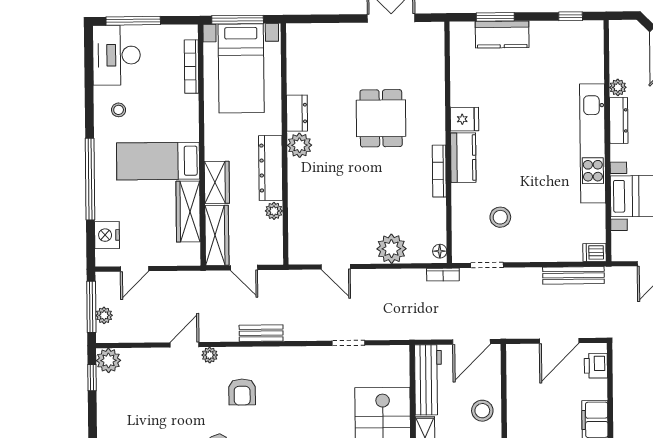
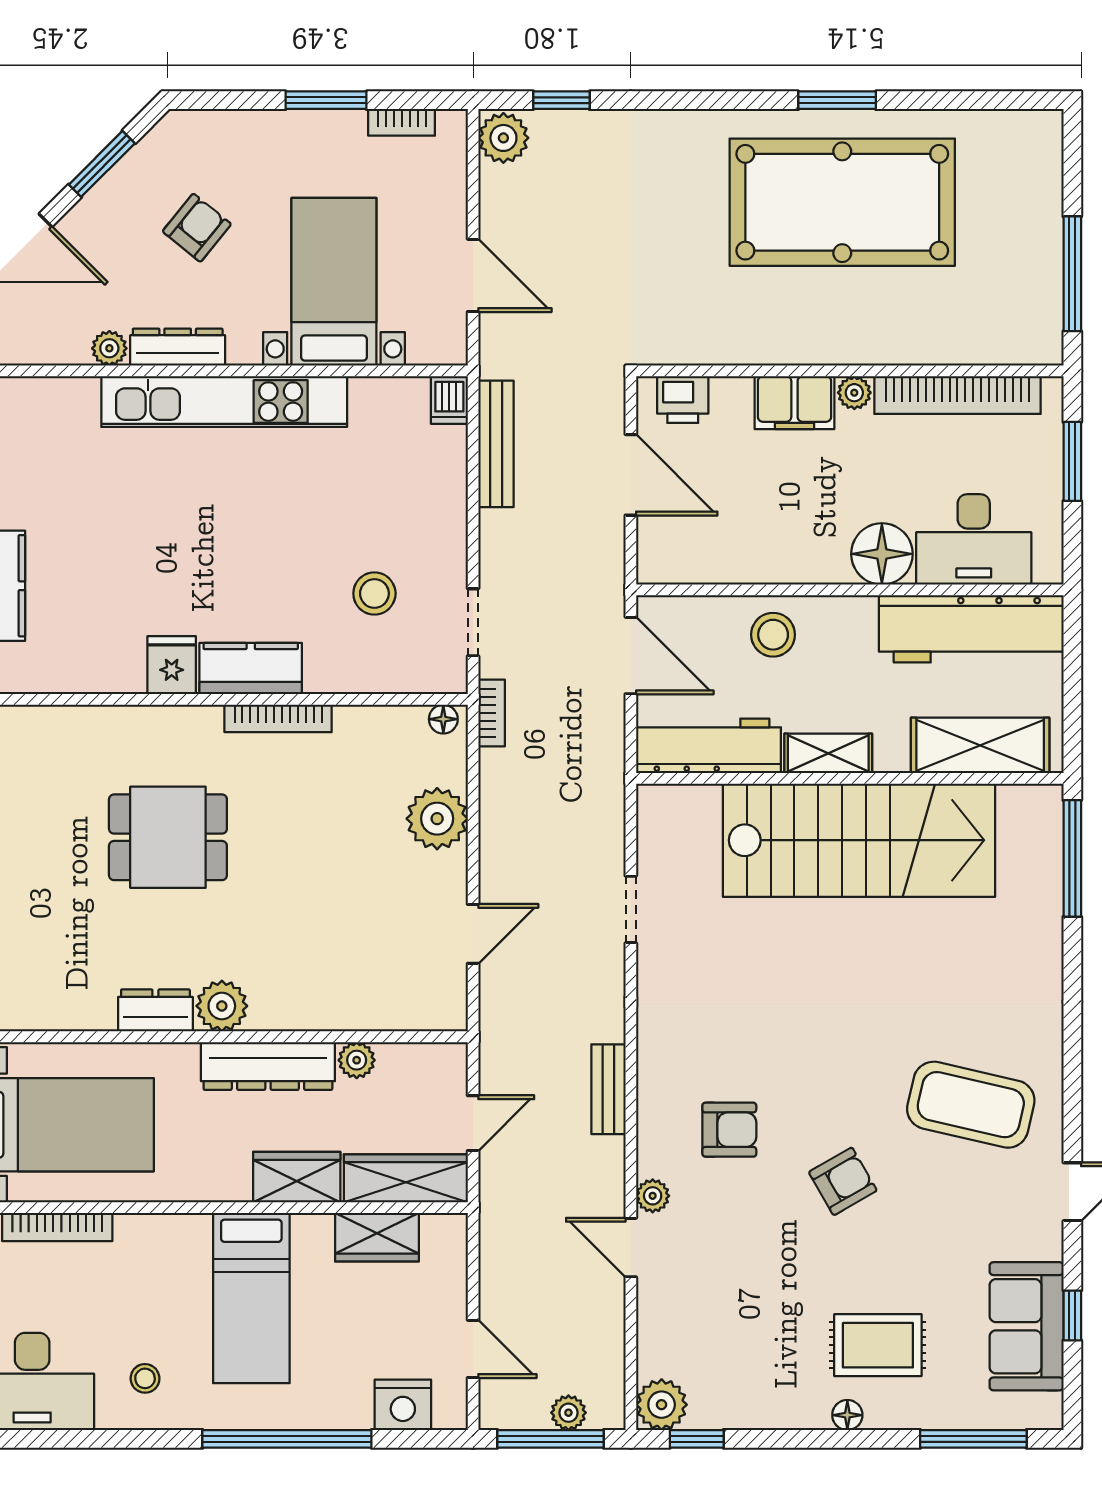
wardrobe: (188, 211) -> (377, 1237), width x0.67

